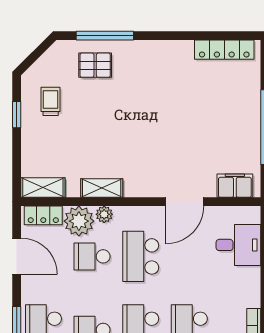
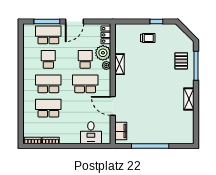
locker: (224, 50) -> (189, 126), removed
trolley: (51, 101) -> (148, 38), moved
shelving: (43, 188) -> (189, 99), moved
door: (17, 256) -> (74, 22), moved

